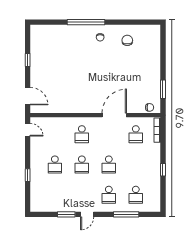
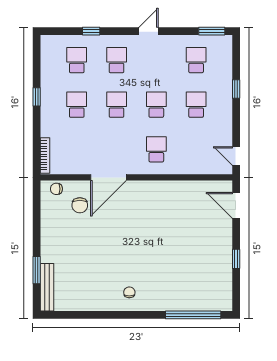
window: (86, 22) -> (193, 315), moved
chair: (127, 40) -> (80, 205), moved
bench: (156, 41) -> (47, 287), added
window: (163, 89) -> (37, 270), moved
school desk: (136, 134) -> (77, 105), moved
school desk: (55, 195) -> (196, 60), added
window: (66, 214) -> (212, 31), moved
window: (126, 214) -> (91, 31), width x0.46

